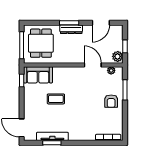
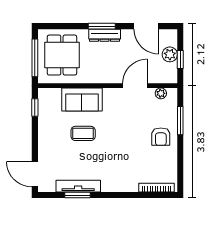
door: (101, 23) -> (146, 26), hinge flipped
plant: (118, 56) -> (170, 54), moved
door: (93, 65) -> (135, 86), hinge flipped
sofa: (38, 75) -> (82, 99), moved

